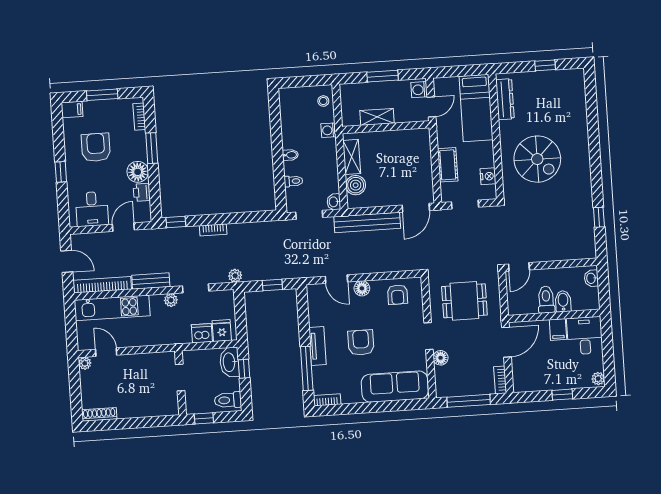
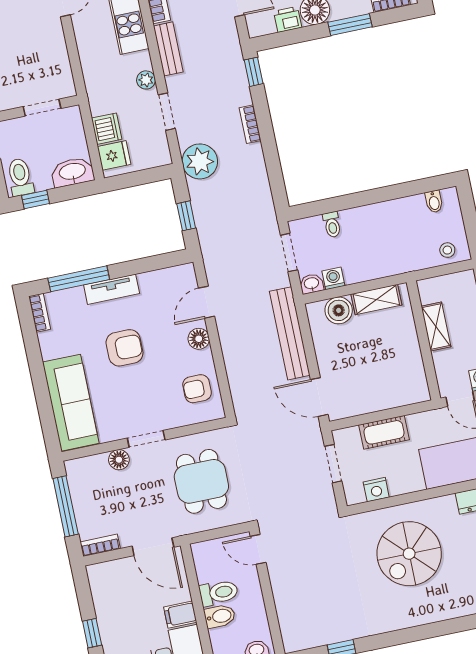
washing machine: (328, 130) -> (333, 278), moved
bidet: (290, 155) -> (434, 202), moved
plant: (235, 276) -> (200, 161), width x1.87, depth x1.87
window: (244, 369) -> (35, 200), moved

